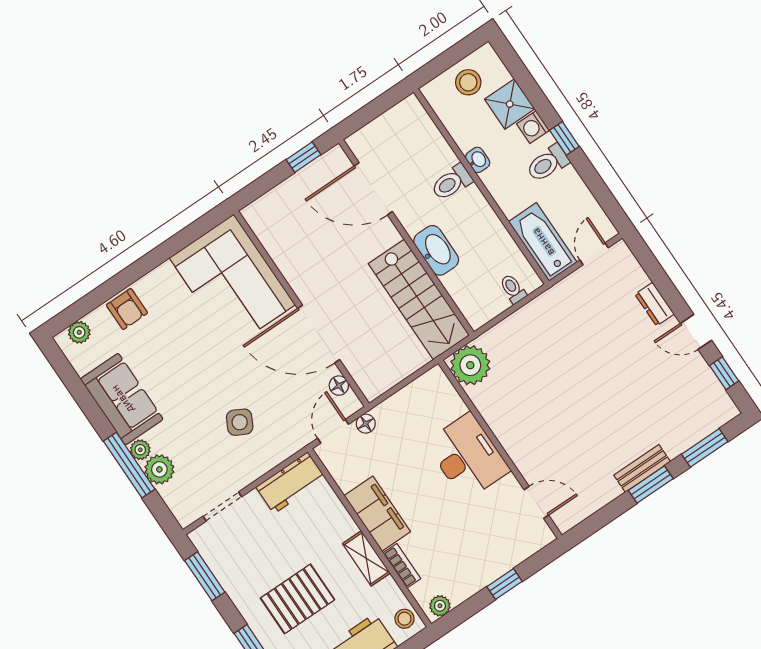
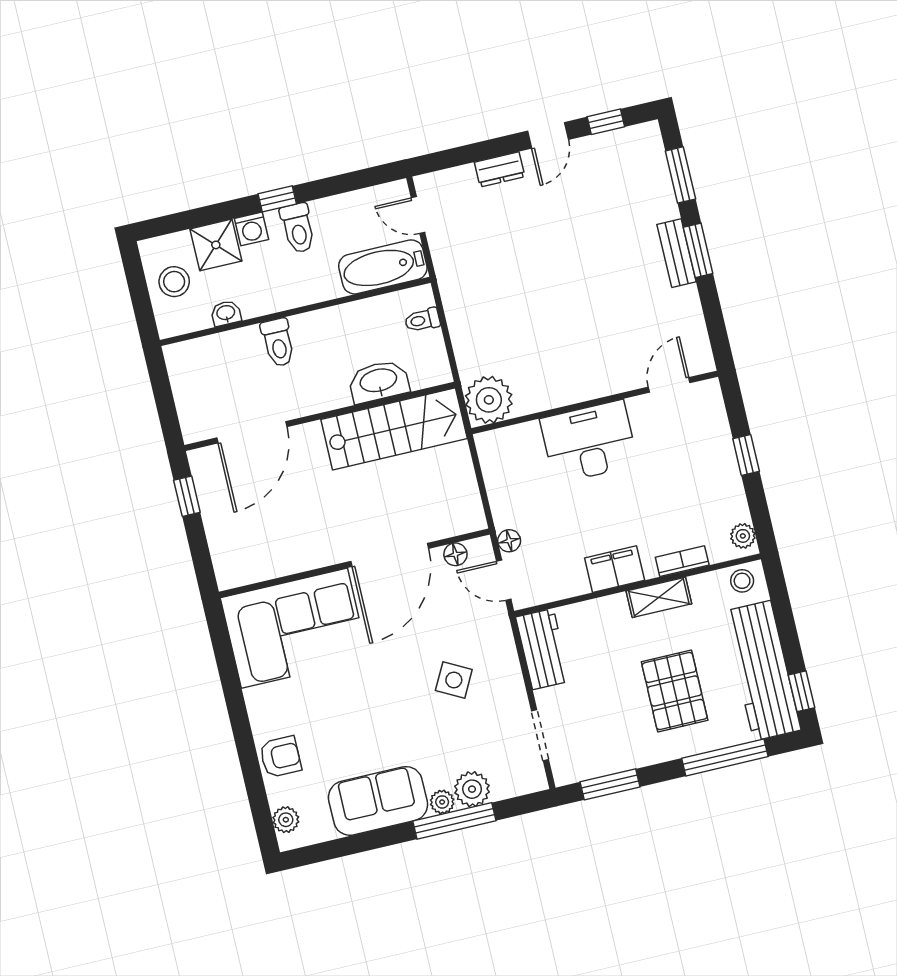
washbasin: (478, 160) -> (226, 313), moved
washbasin: (436, 250) -> (379, 381), moved
filing cabinet: (377, 514) -> (615, 569), width x0.67, depth x0.86

